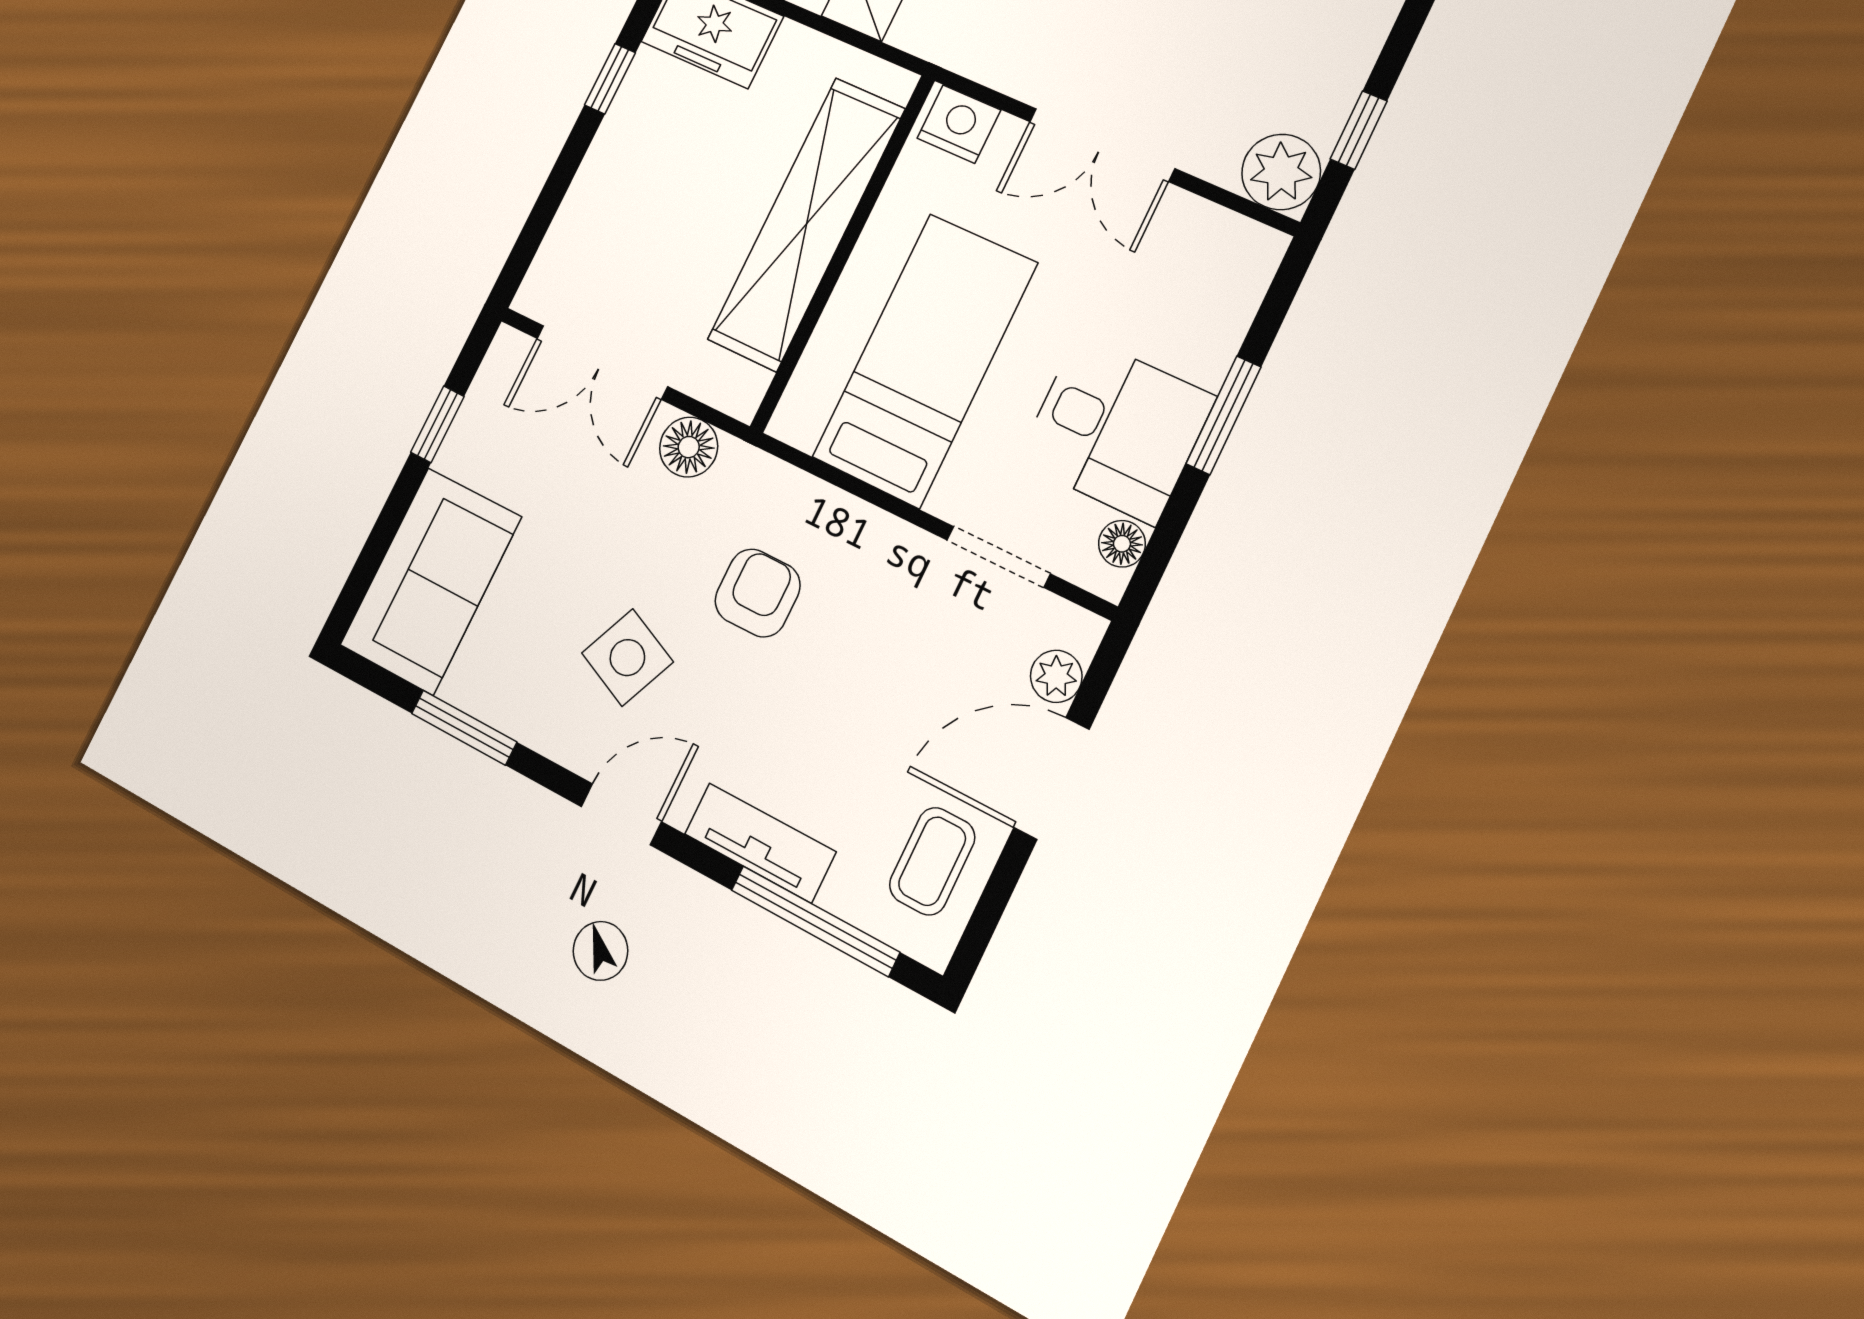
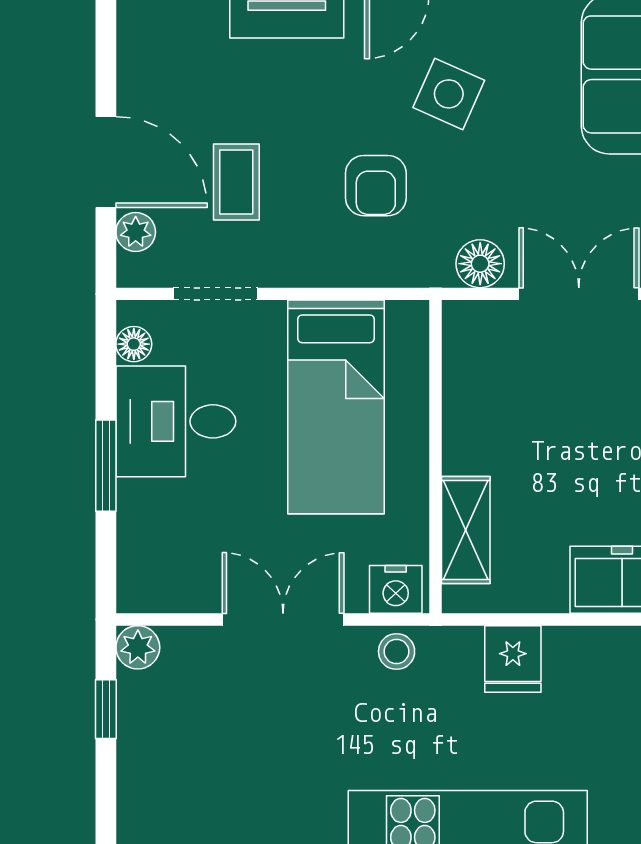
stool: (992, 54) -> (397, 651), added
plant: (1281, 172) -> (138, 647), width x0.73, depth x0.73
shelving: (806, 224) -> (466, 530), width x0.45, depth x0.75
door: (1051, 778) -> (106, 162), hinge flipped
coffee table: (932, 861) -> (236, 182), moved

